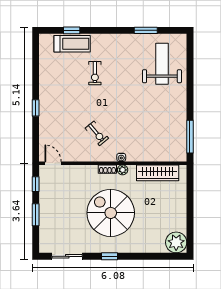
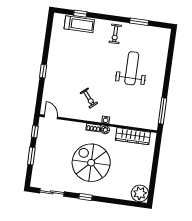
weight bench: (162, 64) -> (132, 68), moved
exercise bike: (95, 73) -> (115, 34), moved

